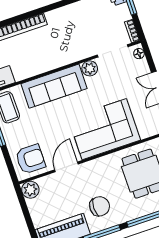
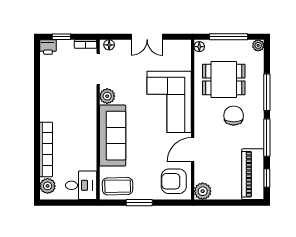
armchair: (30, 159) -> (174, 181), turned -90
door: (66, 167) -> (193, 150), hinge flipped
chair: (100, 206) -> (234, 116), moved

